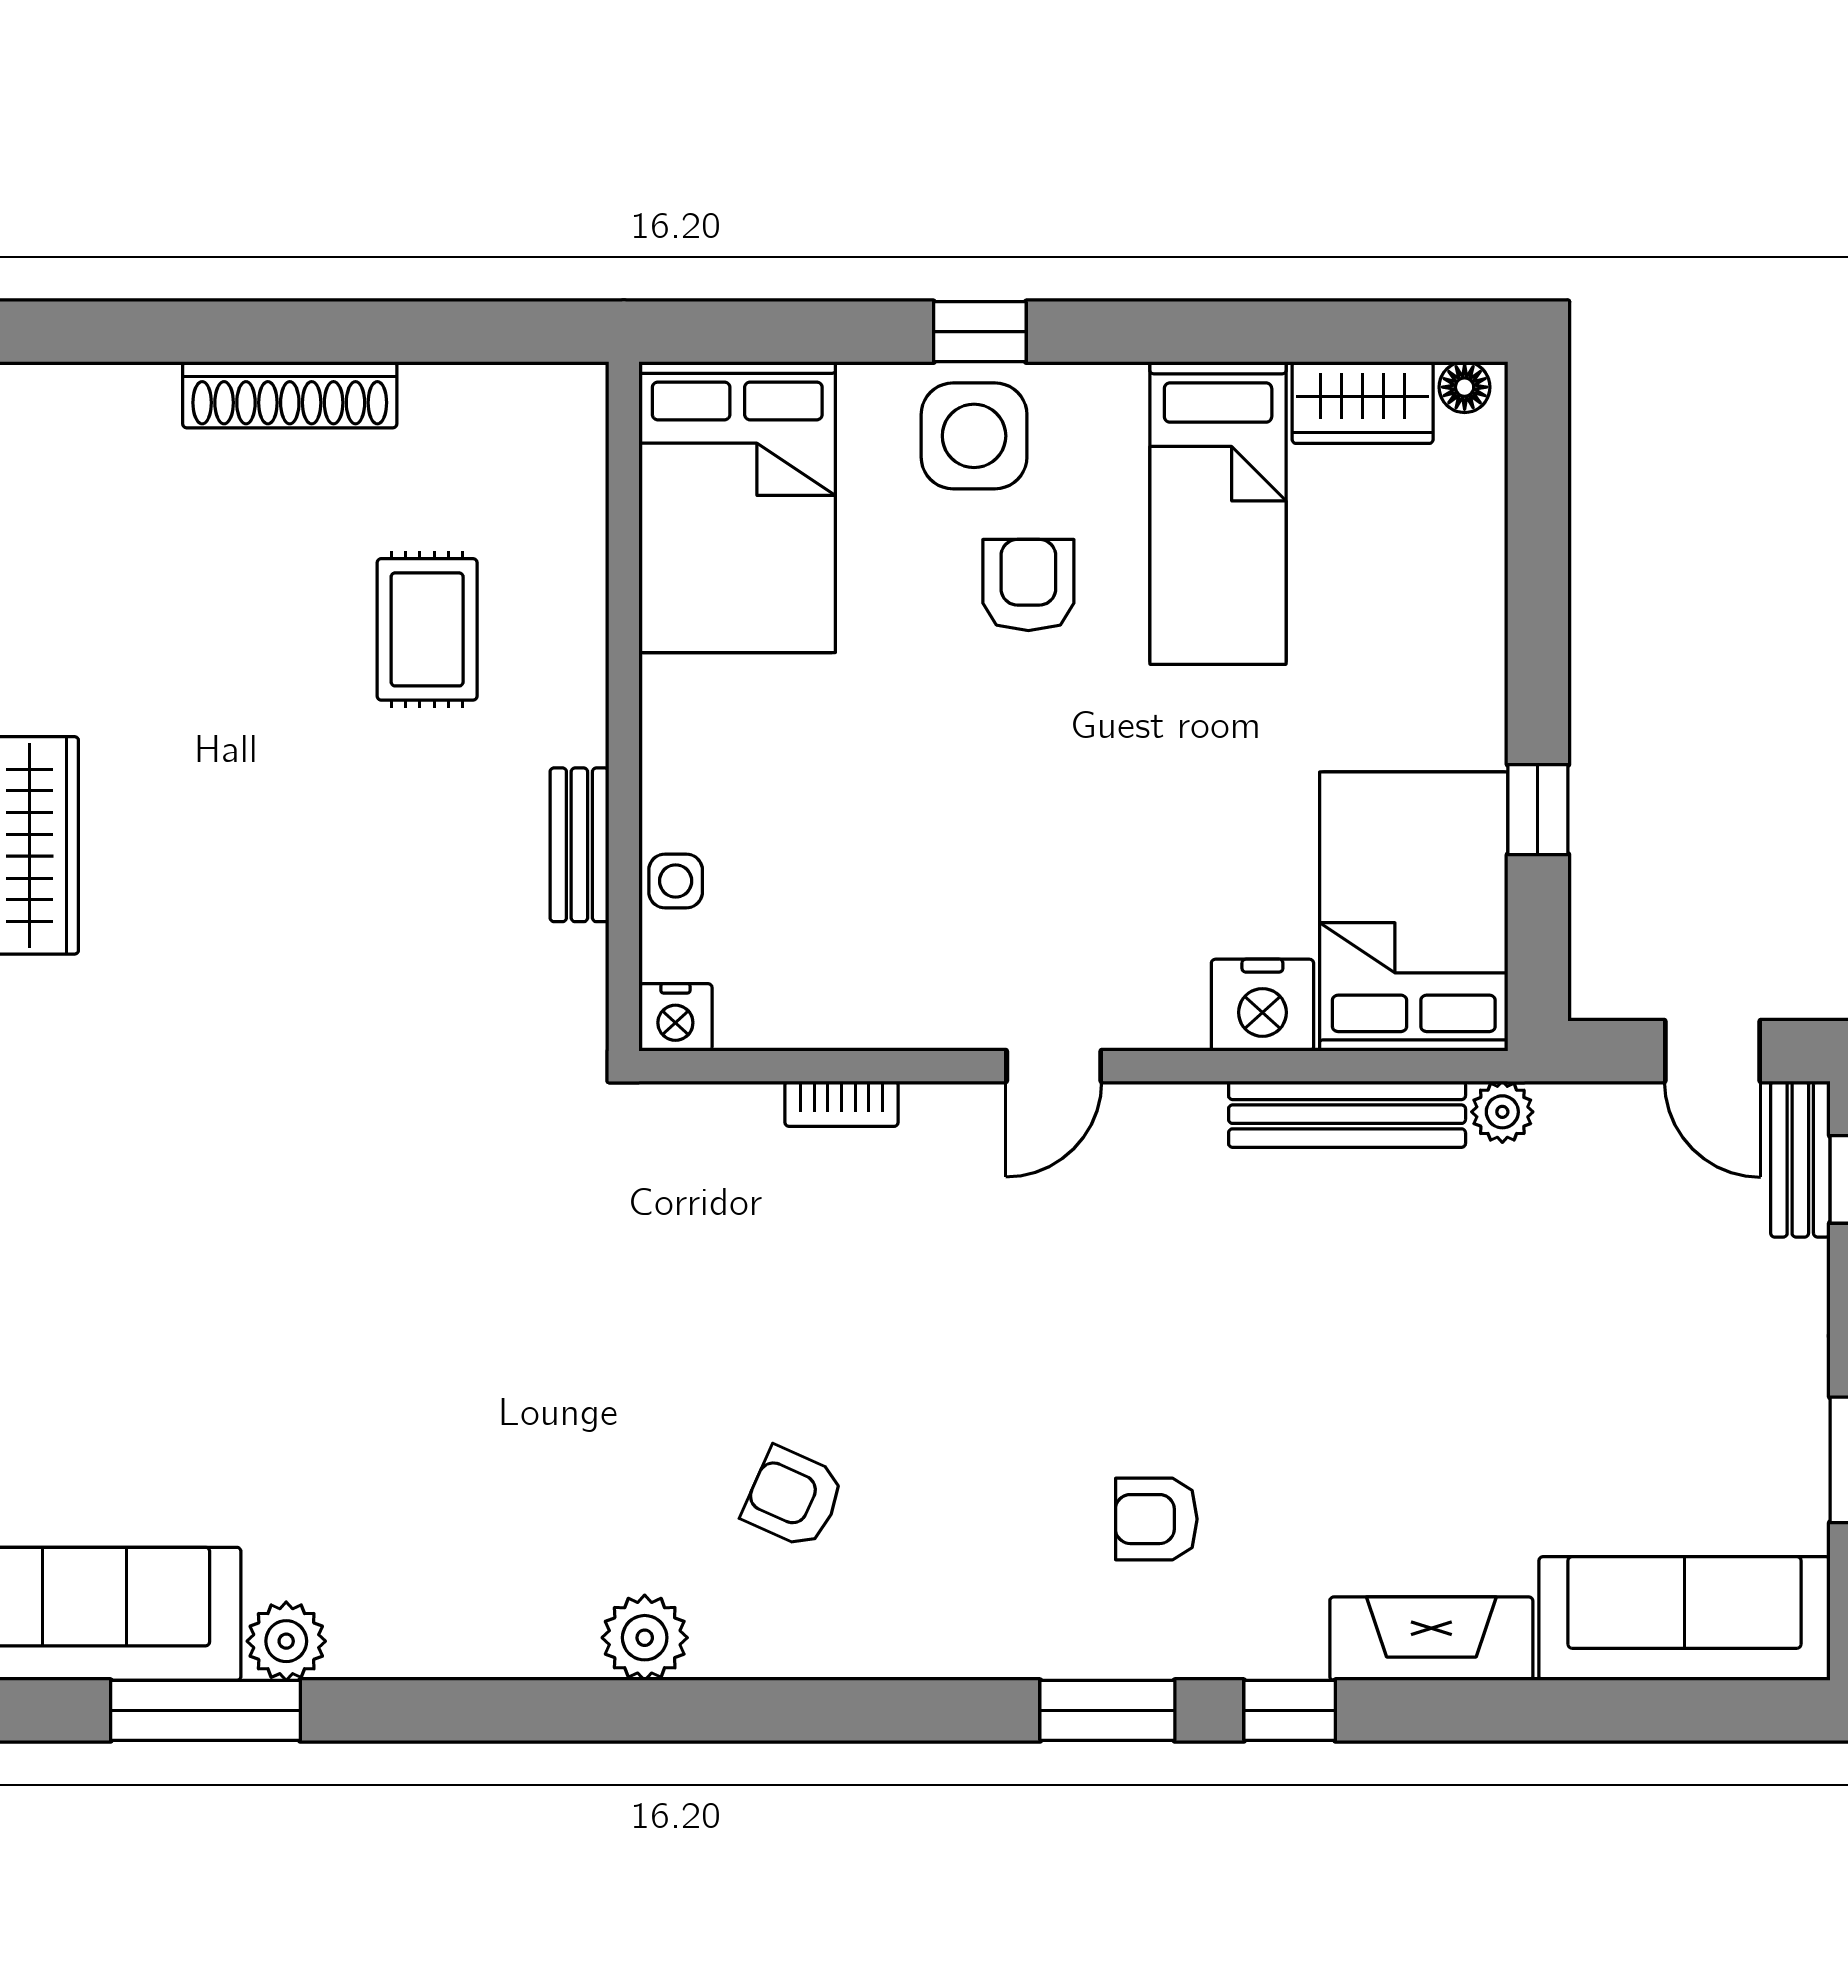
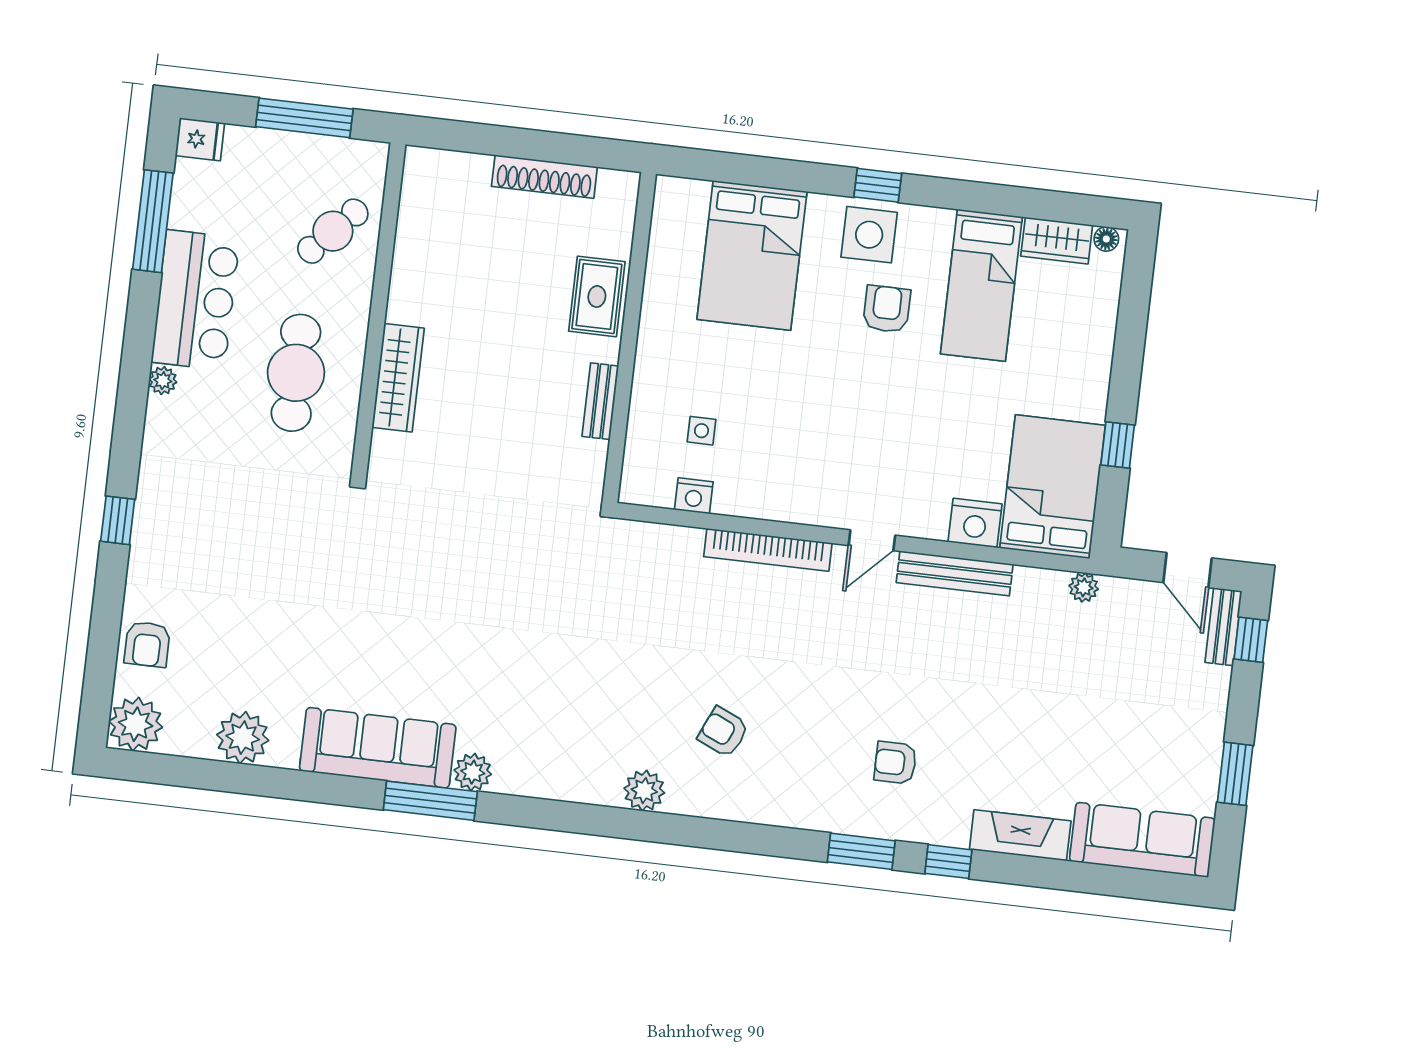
wall: (624, 706) -> (629, 338), moved
bench: (579, 845) -> (600, 401), moved
bookcase: (842, 1104) -> (768, 550), width x2.31, depth x1.31
bench: (1347, 1114) -> (955, 573), moved

